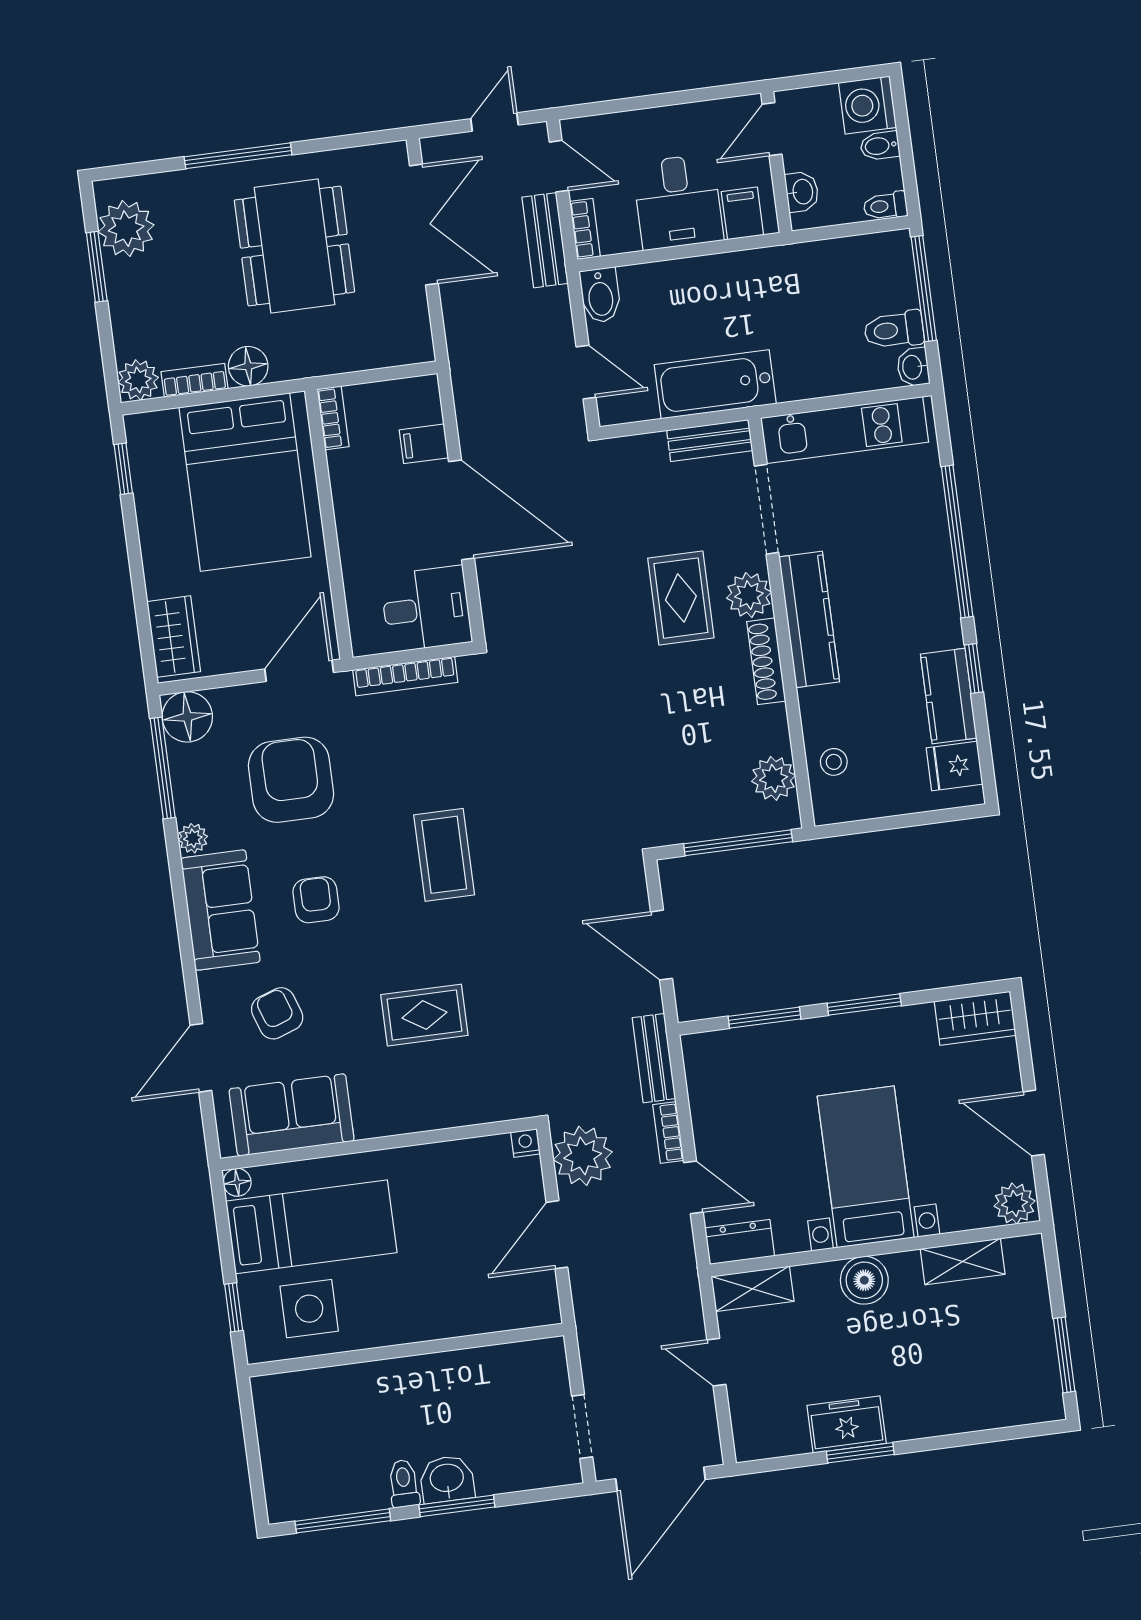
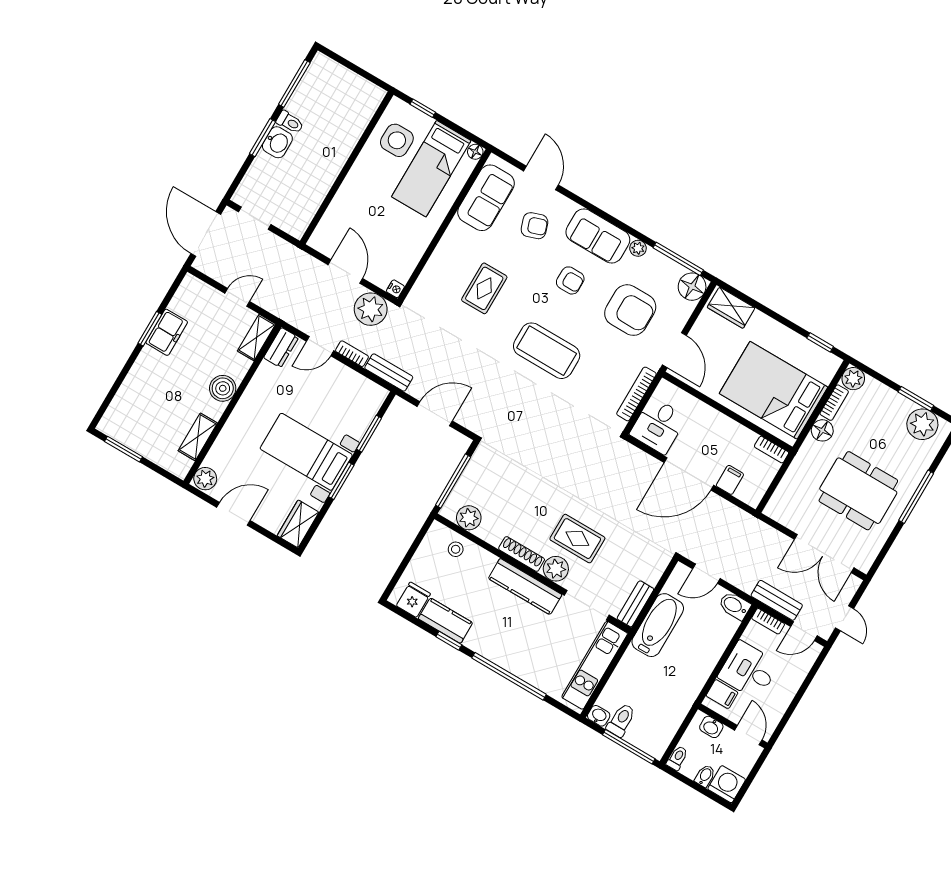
coffee table: (444, 855) -> (547, 351), width x1.36, depth x1.32
bed with nightstands: (866, 1167) -> (306, 452), moved, turned 180

